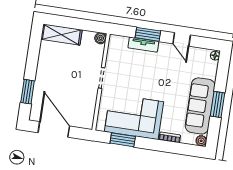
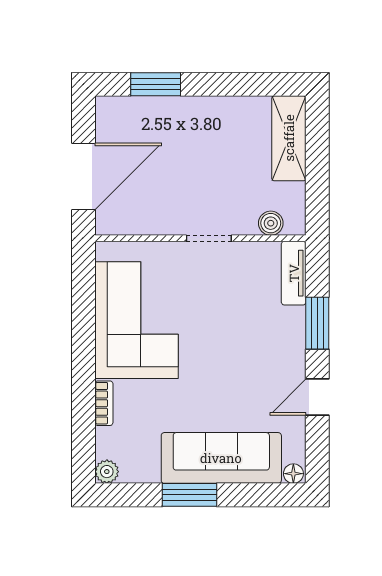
boiler: (101, 38) -> (271, 223), moved
tv unit: (143, 45) -> (294, 273), moved
sofa: (200, 106) -> (221, 458), moved
door: (54, 129) -> (83, 176), moved
window: (123, 140) -> (83, 303), removed

